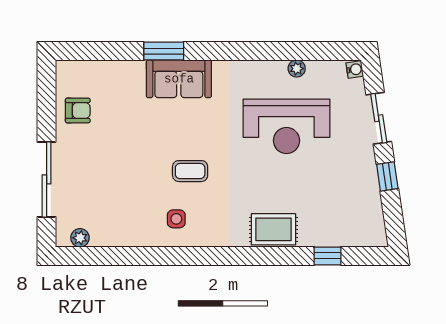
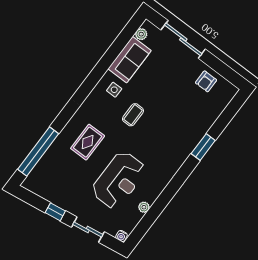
sofa: (179, 79) -> (130, 60), moved, turned 180
reception desk: (286, 126) -> (119, 180), turned 180
rug: (273, 229) -> (88, 142), moved
window: (327, 256) -> (38, 152), width x3.17

